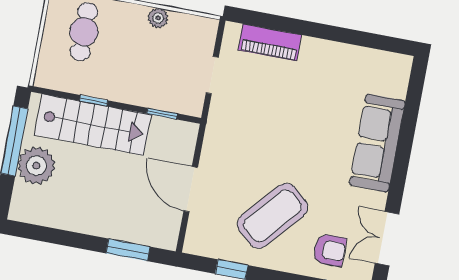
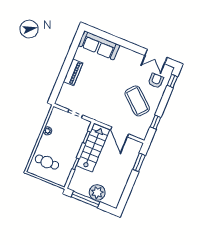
piano: (270, 42) -> (73, 72), moved
stairs: (93, 125) -> (93, 148), moved
sofa: (377, 143) -> (99, 45), moved
door: (191, 189) -> (120, 132), hinge flipped

